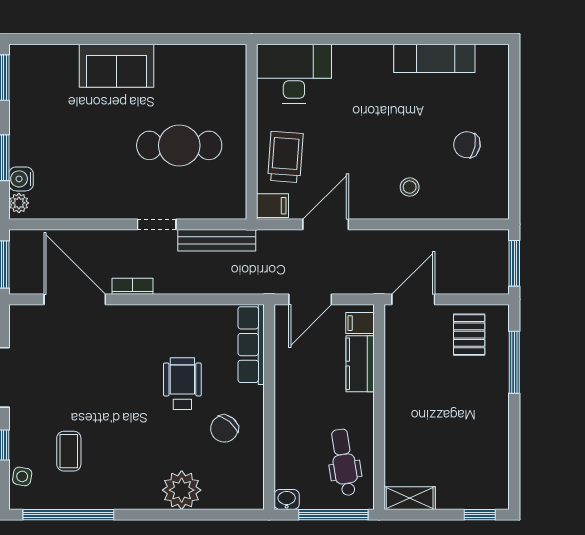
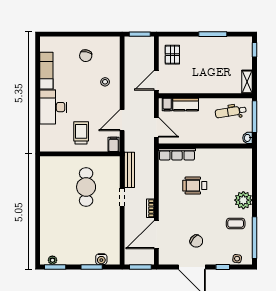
sofa: (117, 66) -> (50, 216), removed
desk: (294, 74) -> (53, 107), moved
trolley: (285, 157) -> (81, 133), moved, turned 86
plant: (19, 203) -> (52, 260), moved
door: (326, 224) -> (122, 120), hinge flipped
door: (413, 299) -> (156, 80), hinge flipped
pallet: (469, 335) -> (172, 55), turned 90
window: (514, 362) -> (213, 34), moved
chair: (224, 429) -> (196, 241), moved
coffee table: (69, 451) -> (236, 223), moved
plant: (182, 490) -> (243, 200), moved

